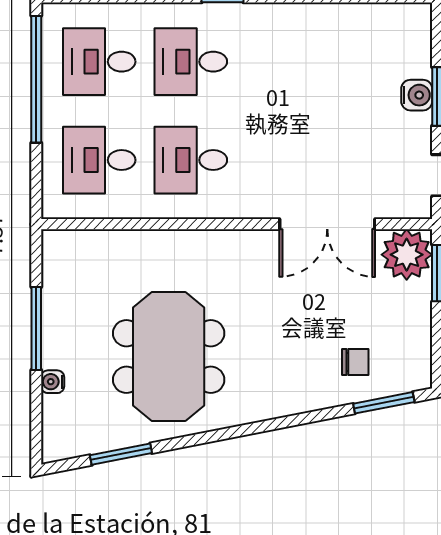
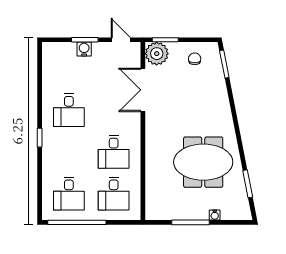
desk: (191, 62) -> (69, 110), moved
double door: (327, 224) -> (143, 90), swing flipped
chair: (355, 362) -> (195, 59), moved

